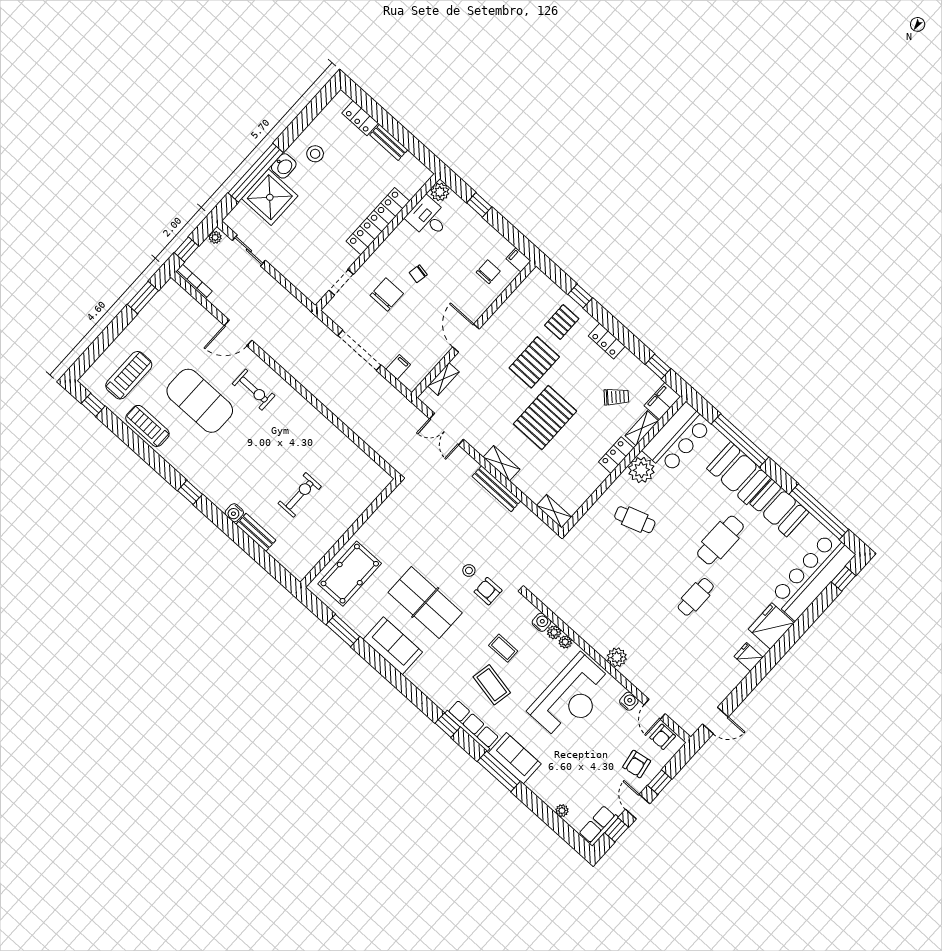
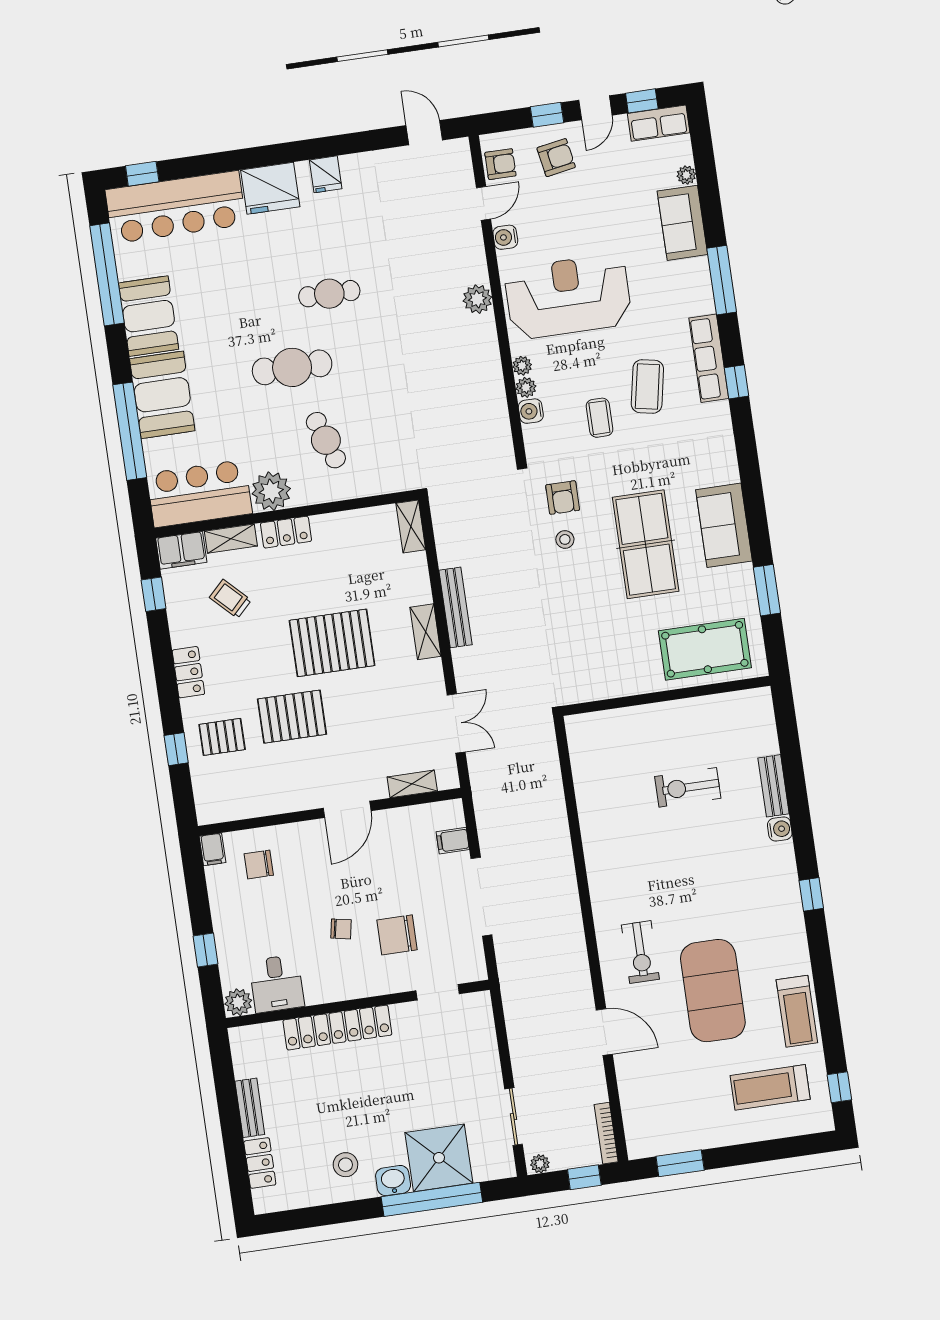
exercise bike: (254, 390) -> (640, 952), turned 180
cafe table: (720, 540) -> (292, 367), moved
sofa: (515, 758) -> (682, 223), moved

